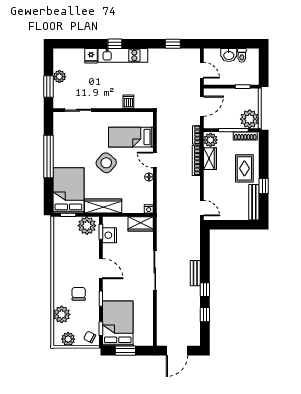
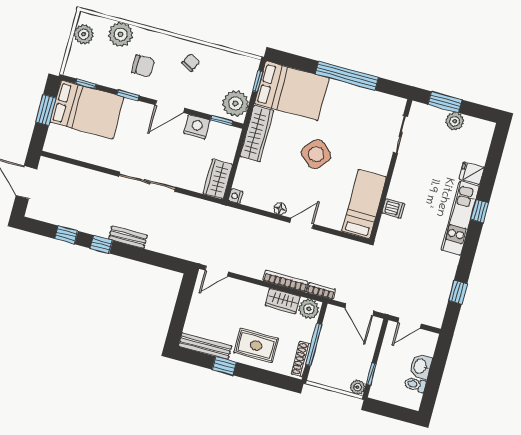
plant: (250, 119) -> (357, 387), moved, width x0.53, depth x0.53
bed: (131, 137) -> (364, 204), moved
nightstand: (109, 235) -> (197, 127), moved
chair: (90, 337) -> (191, 62), moved

